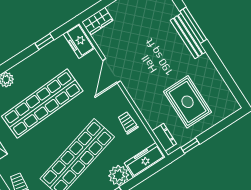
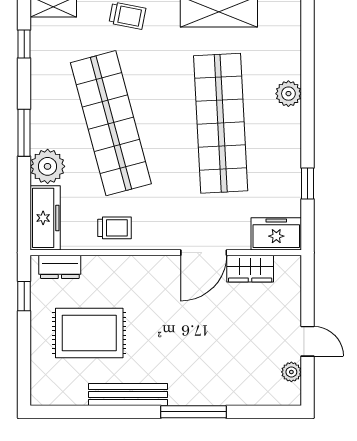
wardrobe: (97, 21) -> (250, 269), moved, turned -90
bench: (188, 36) -> (128, 394), moved
door: (112, 71) -> (204, 253), swing flipped

